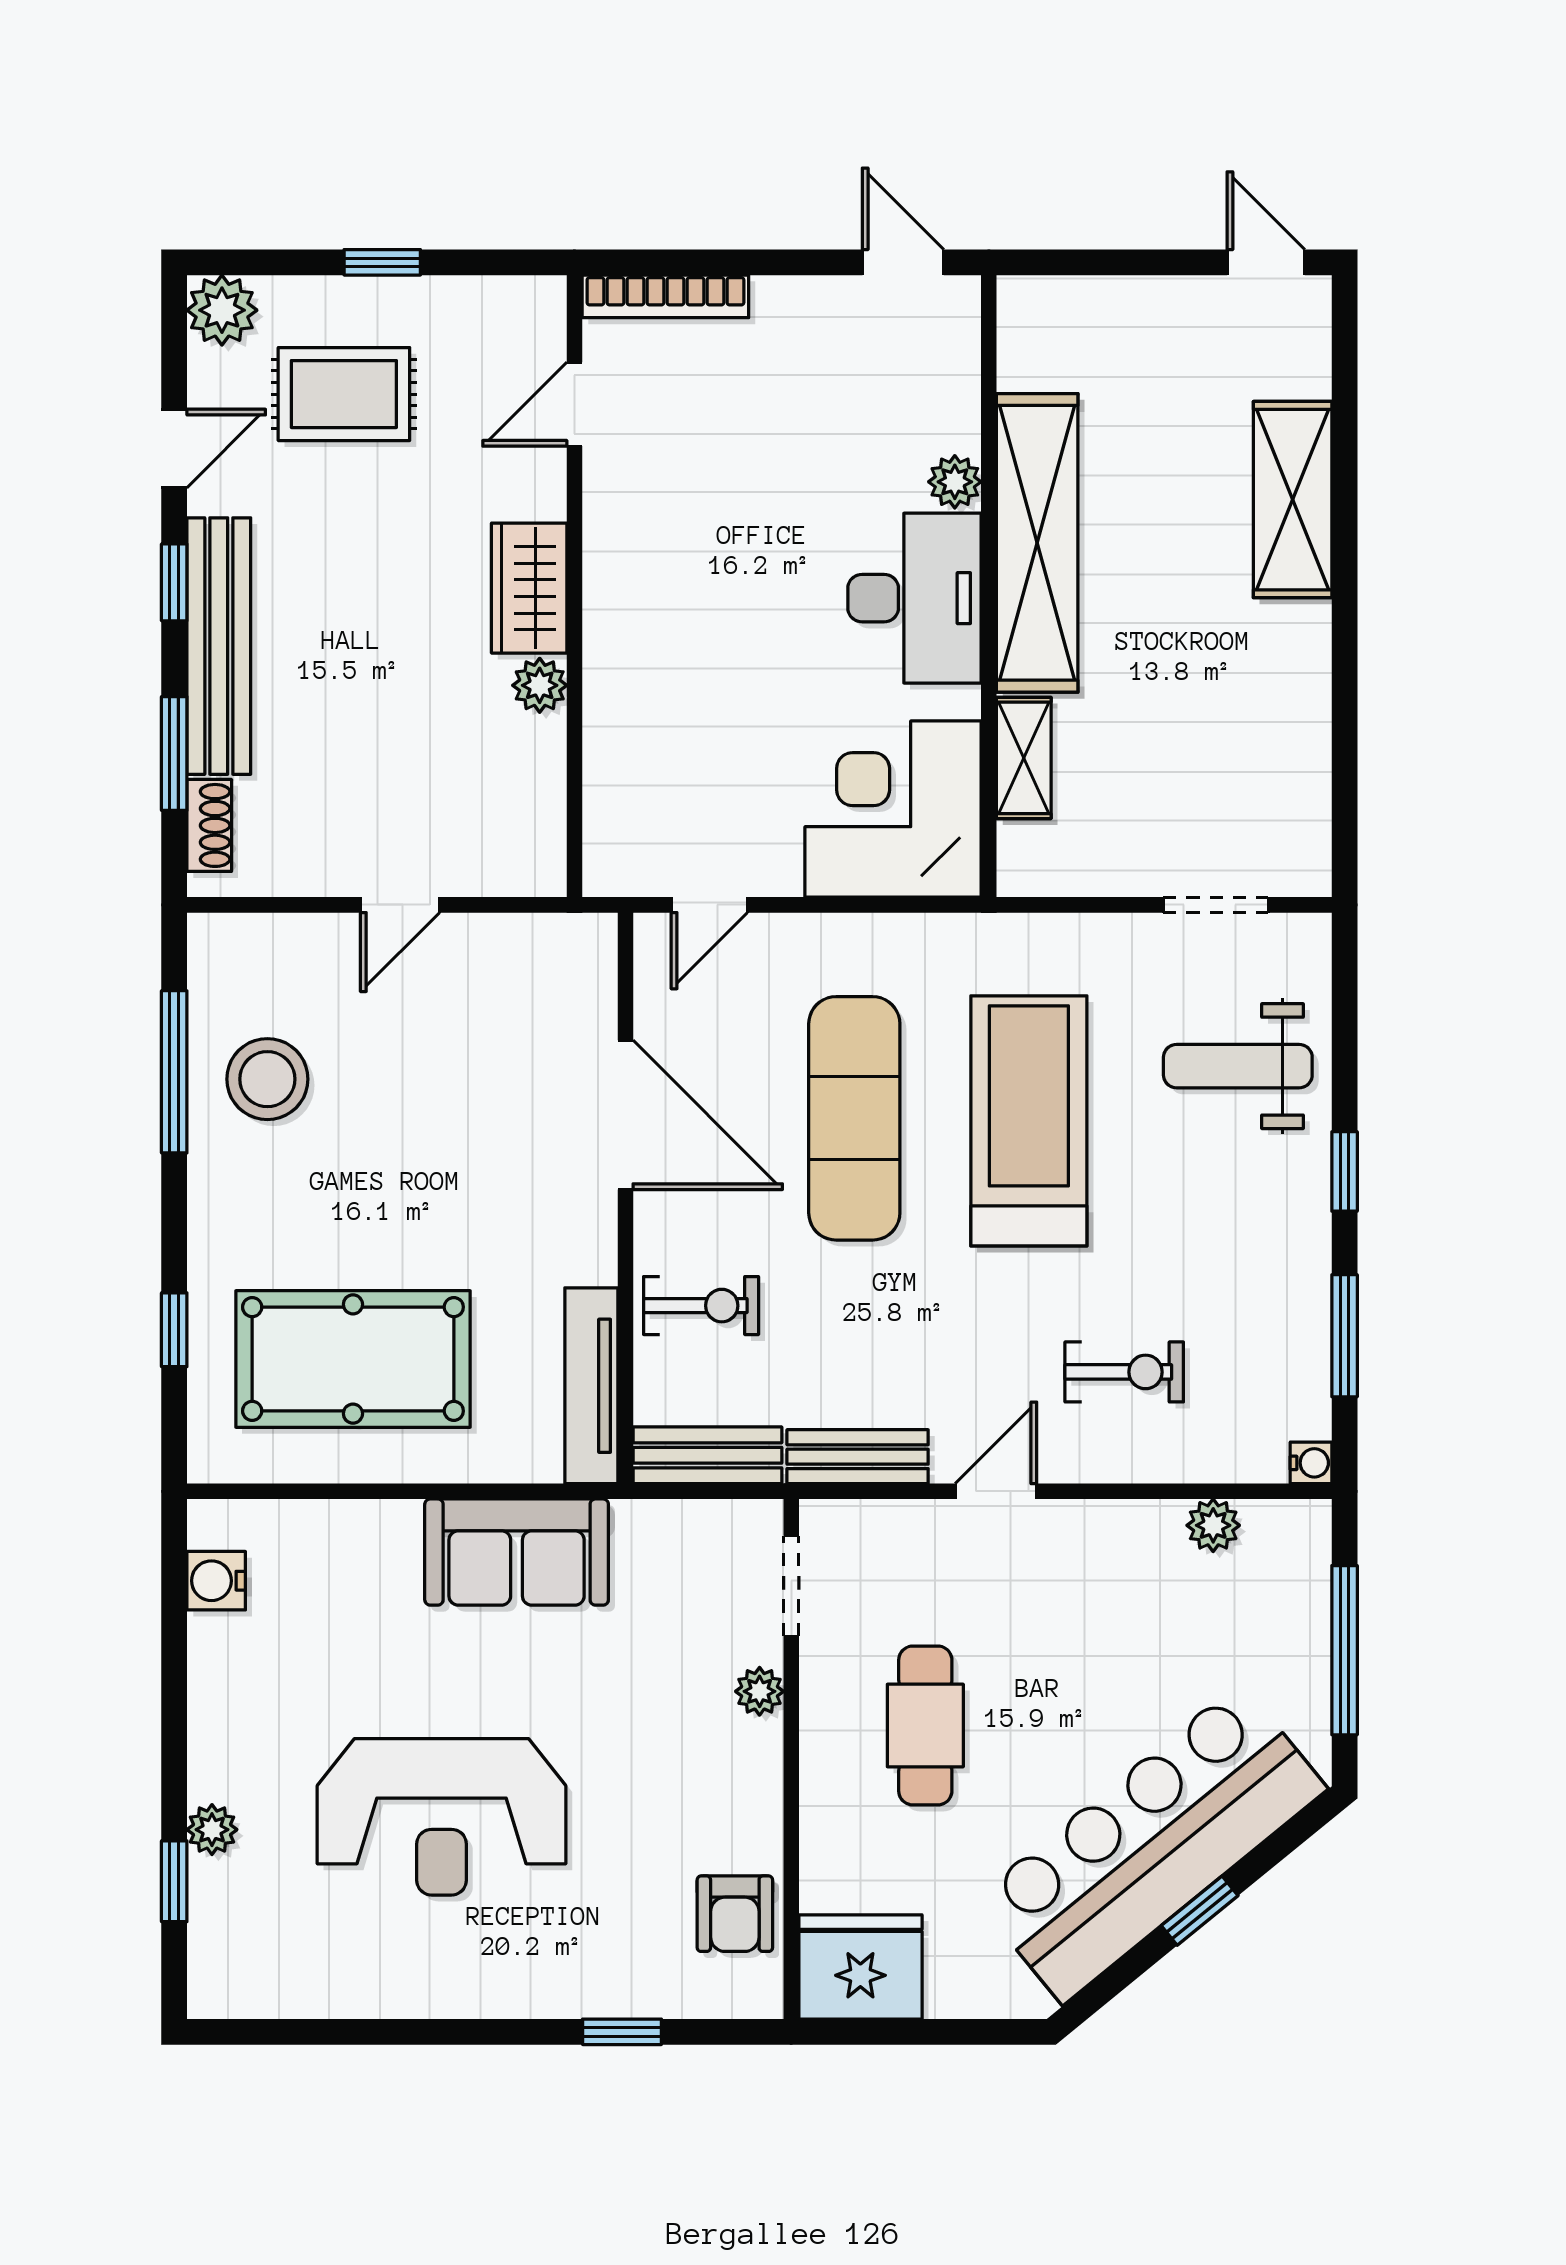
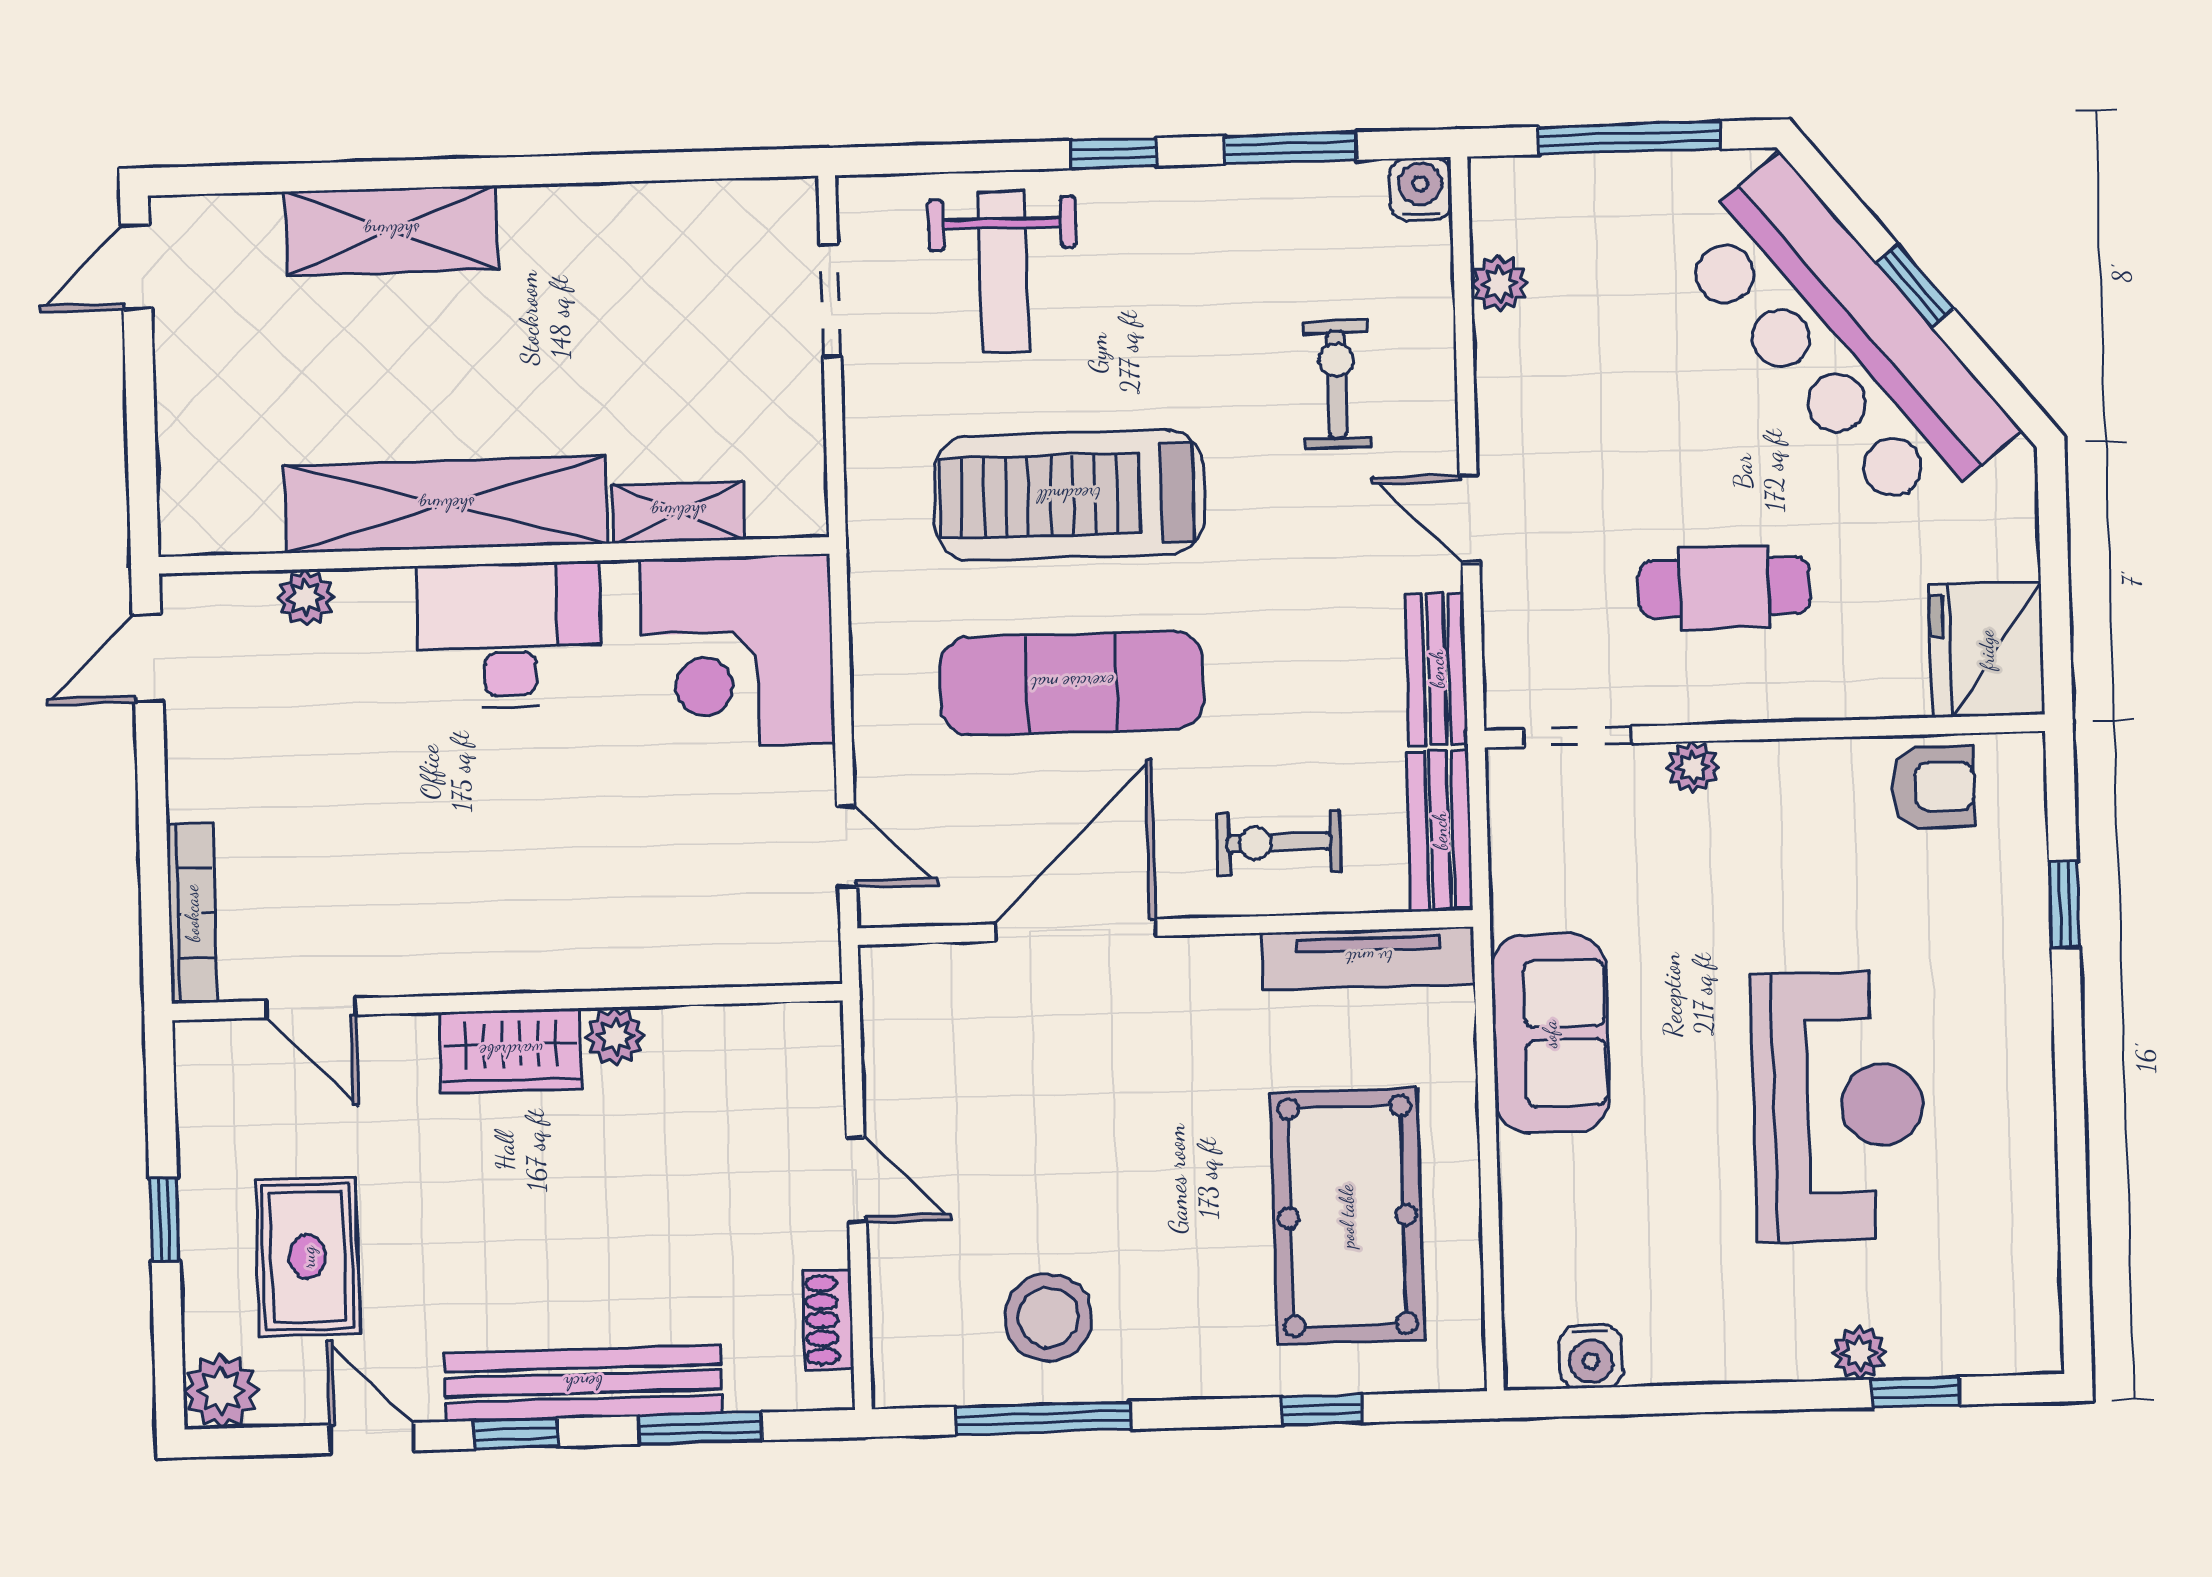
plant: (955, 482) -> (306, 598), moved
shoe rack: (209, 825) -> (828, 1320), moved, turned -90
exercise bike: (701, 1306) -> (1279, 843), turned -90
water cooler: (1311, 1463) -> (1420, 189), width x1.38, depth x1.38

